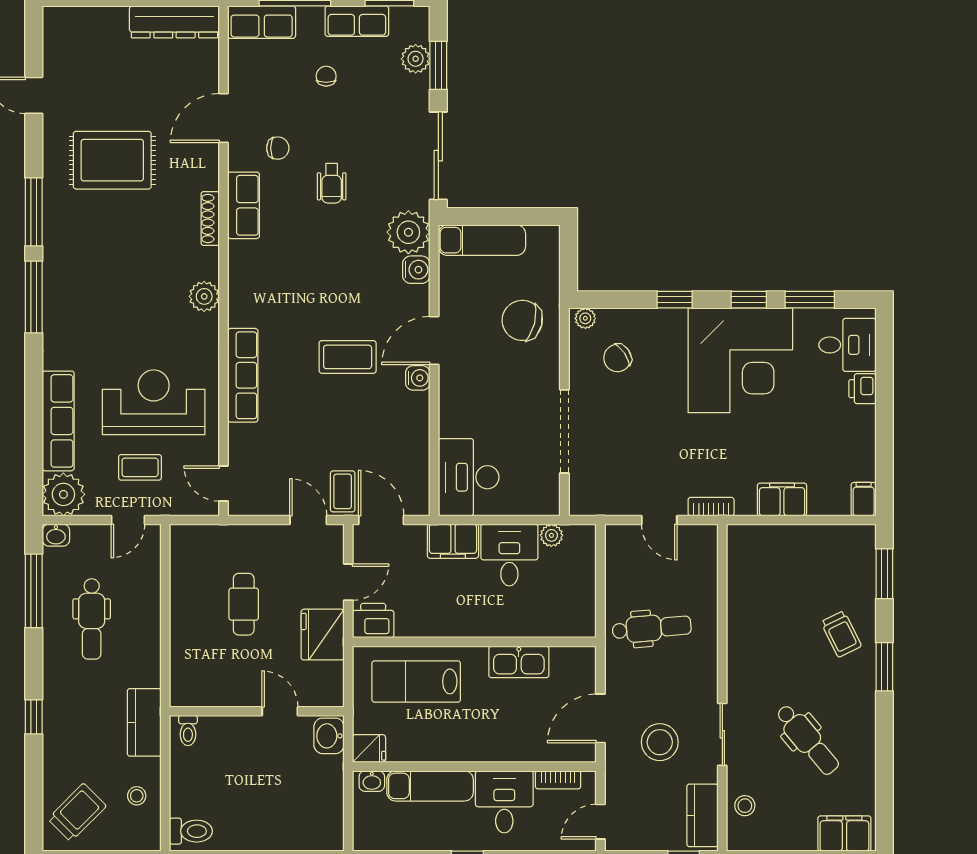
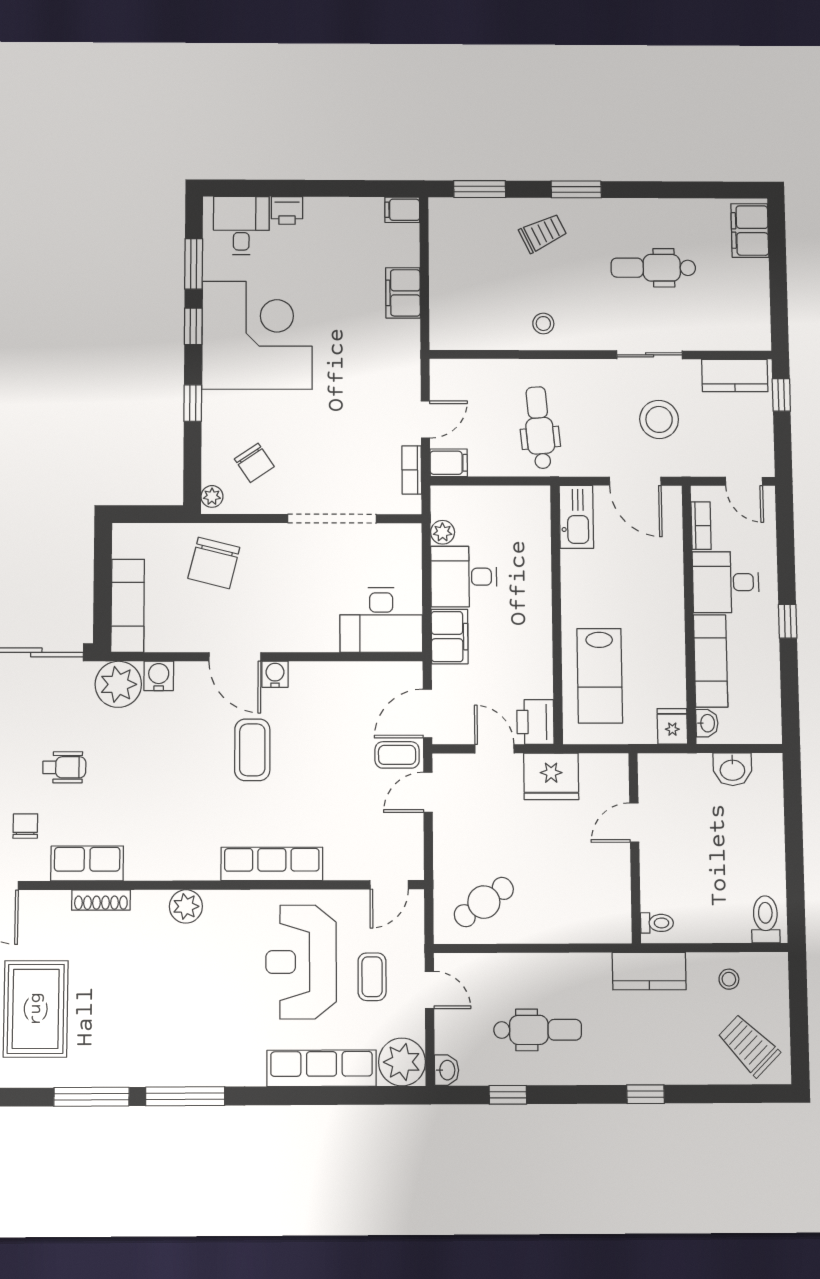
bookcase: (711, 507) -> (412, 470), moved
filing cabinet: (618, 542) -> (449, 463), added
window: (34, 591) -> (508, 1095), width x0.46
cafe table: (244, 604) -> (484, 902), moved, turned -35
kitchen sink: (519, 662) -> (576, 517), moved
washbasin: (329, 736) -> (732, 769), moved
dental chair: (807, 740) -> (653, 268), turned -140
stool: (745, 806) -> (543, 324), moved

